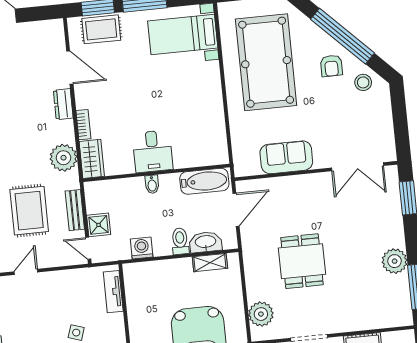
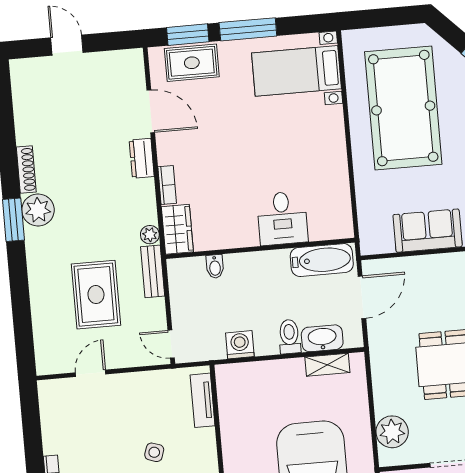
desk: (153, 151) -> (282, 218), moved
plant: (63, 158) -> (150, 235), width x0.53, depth x0.53
bidet: (152, 184) -> (215, 266), moved
bench: (75, 210) -> (153, 271), moved
shower: (99, 225) -> (185, 314), removed

